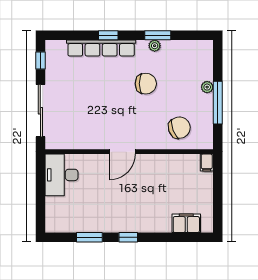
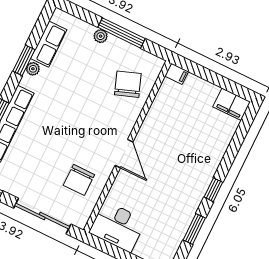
row of seats: (180, 49) -> (49, 44), added
chair: (146, 84) -> (79, 180), moved, turned 180
filing cabinet: (186, 223) -> (232, 104), moved, turned -90

